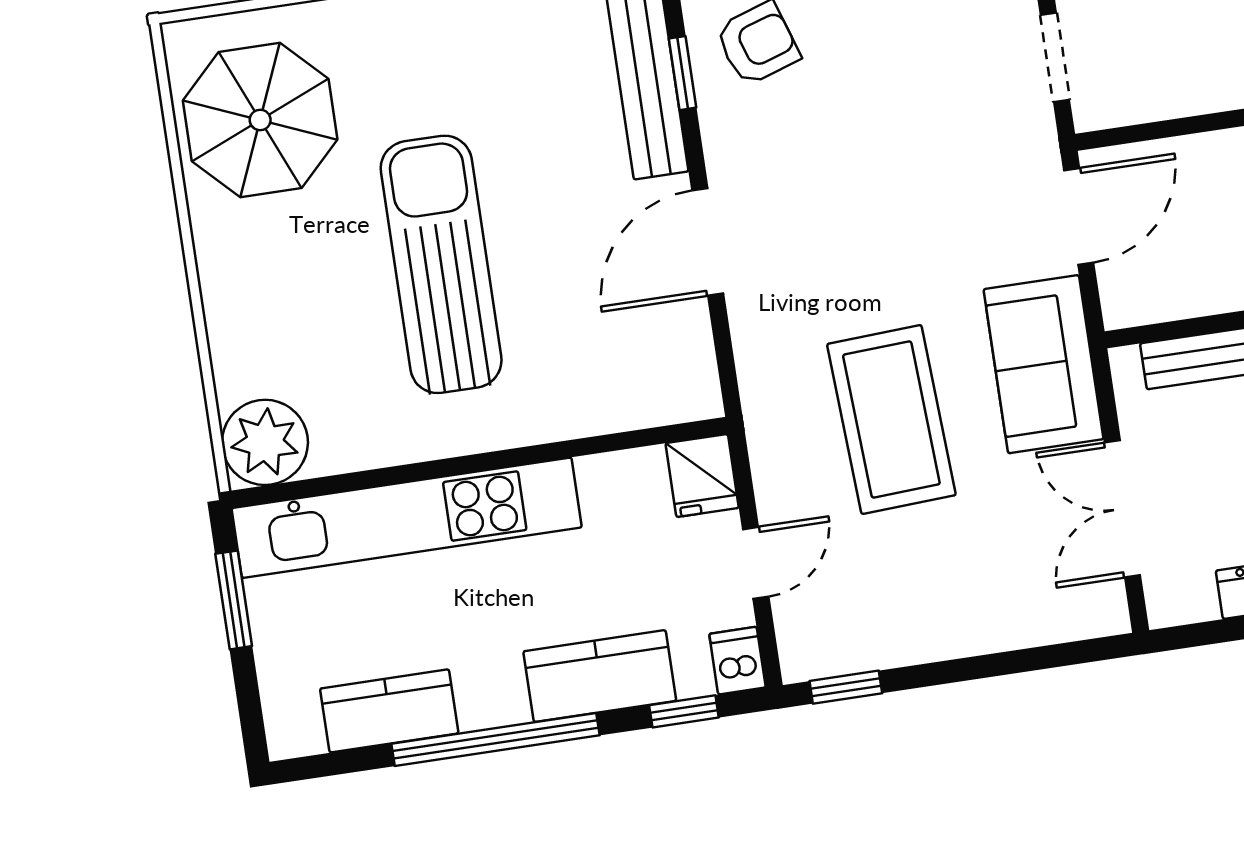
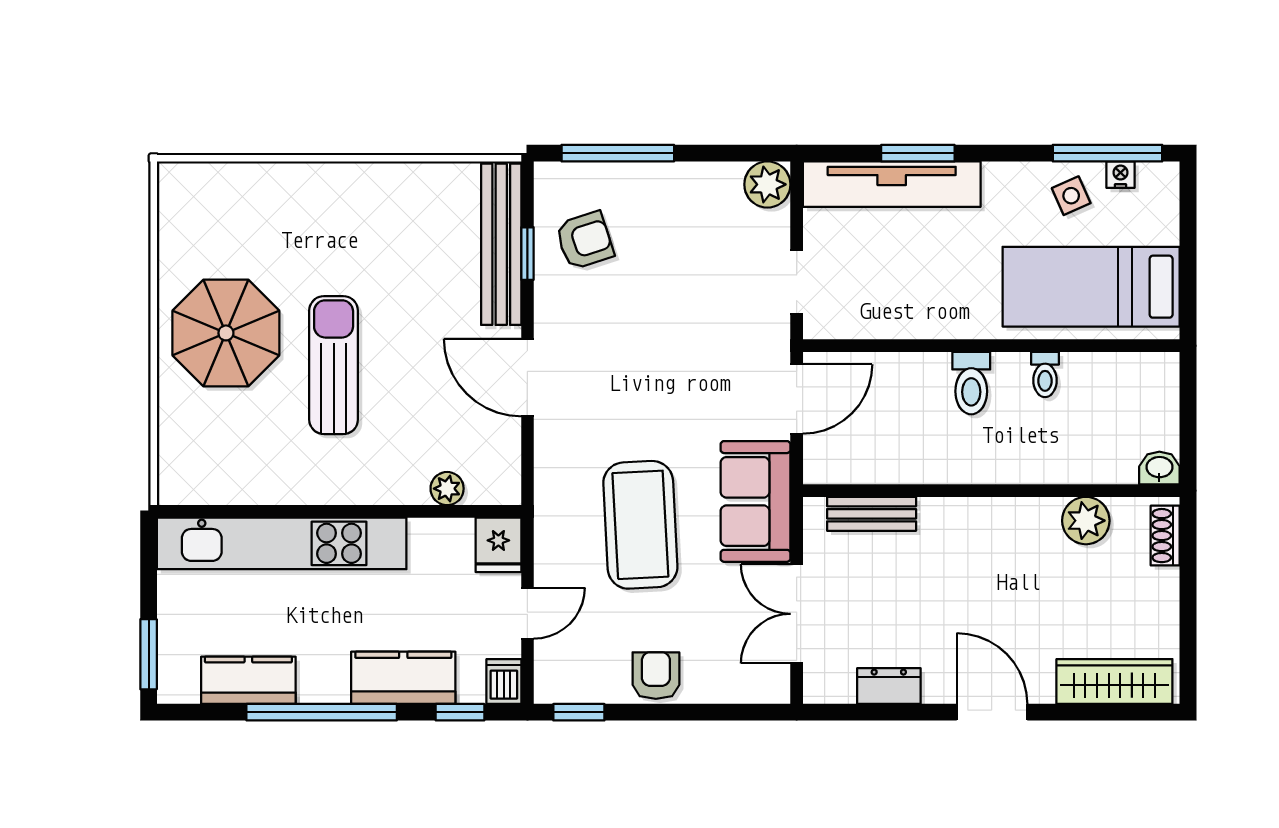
parasol: (260, 120) -> (226, 333), moved
door: (708, 242) -> (527, 378), hinge flipped
sun lounger: (441, 264) -> (334, 365), width x0.73, depth x0.75
plant: (265, 442) -> (447, 489), moved, width x0.53, depth x0.53
window: (234, 600) -> (149, 654), moved
armchair: (943, 622) -> (656, 676), added

